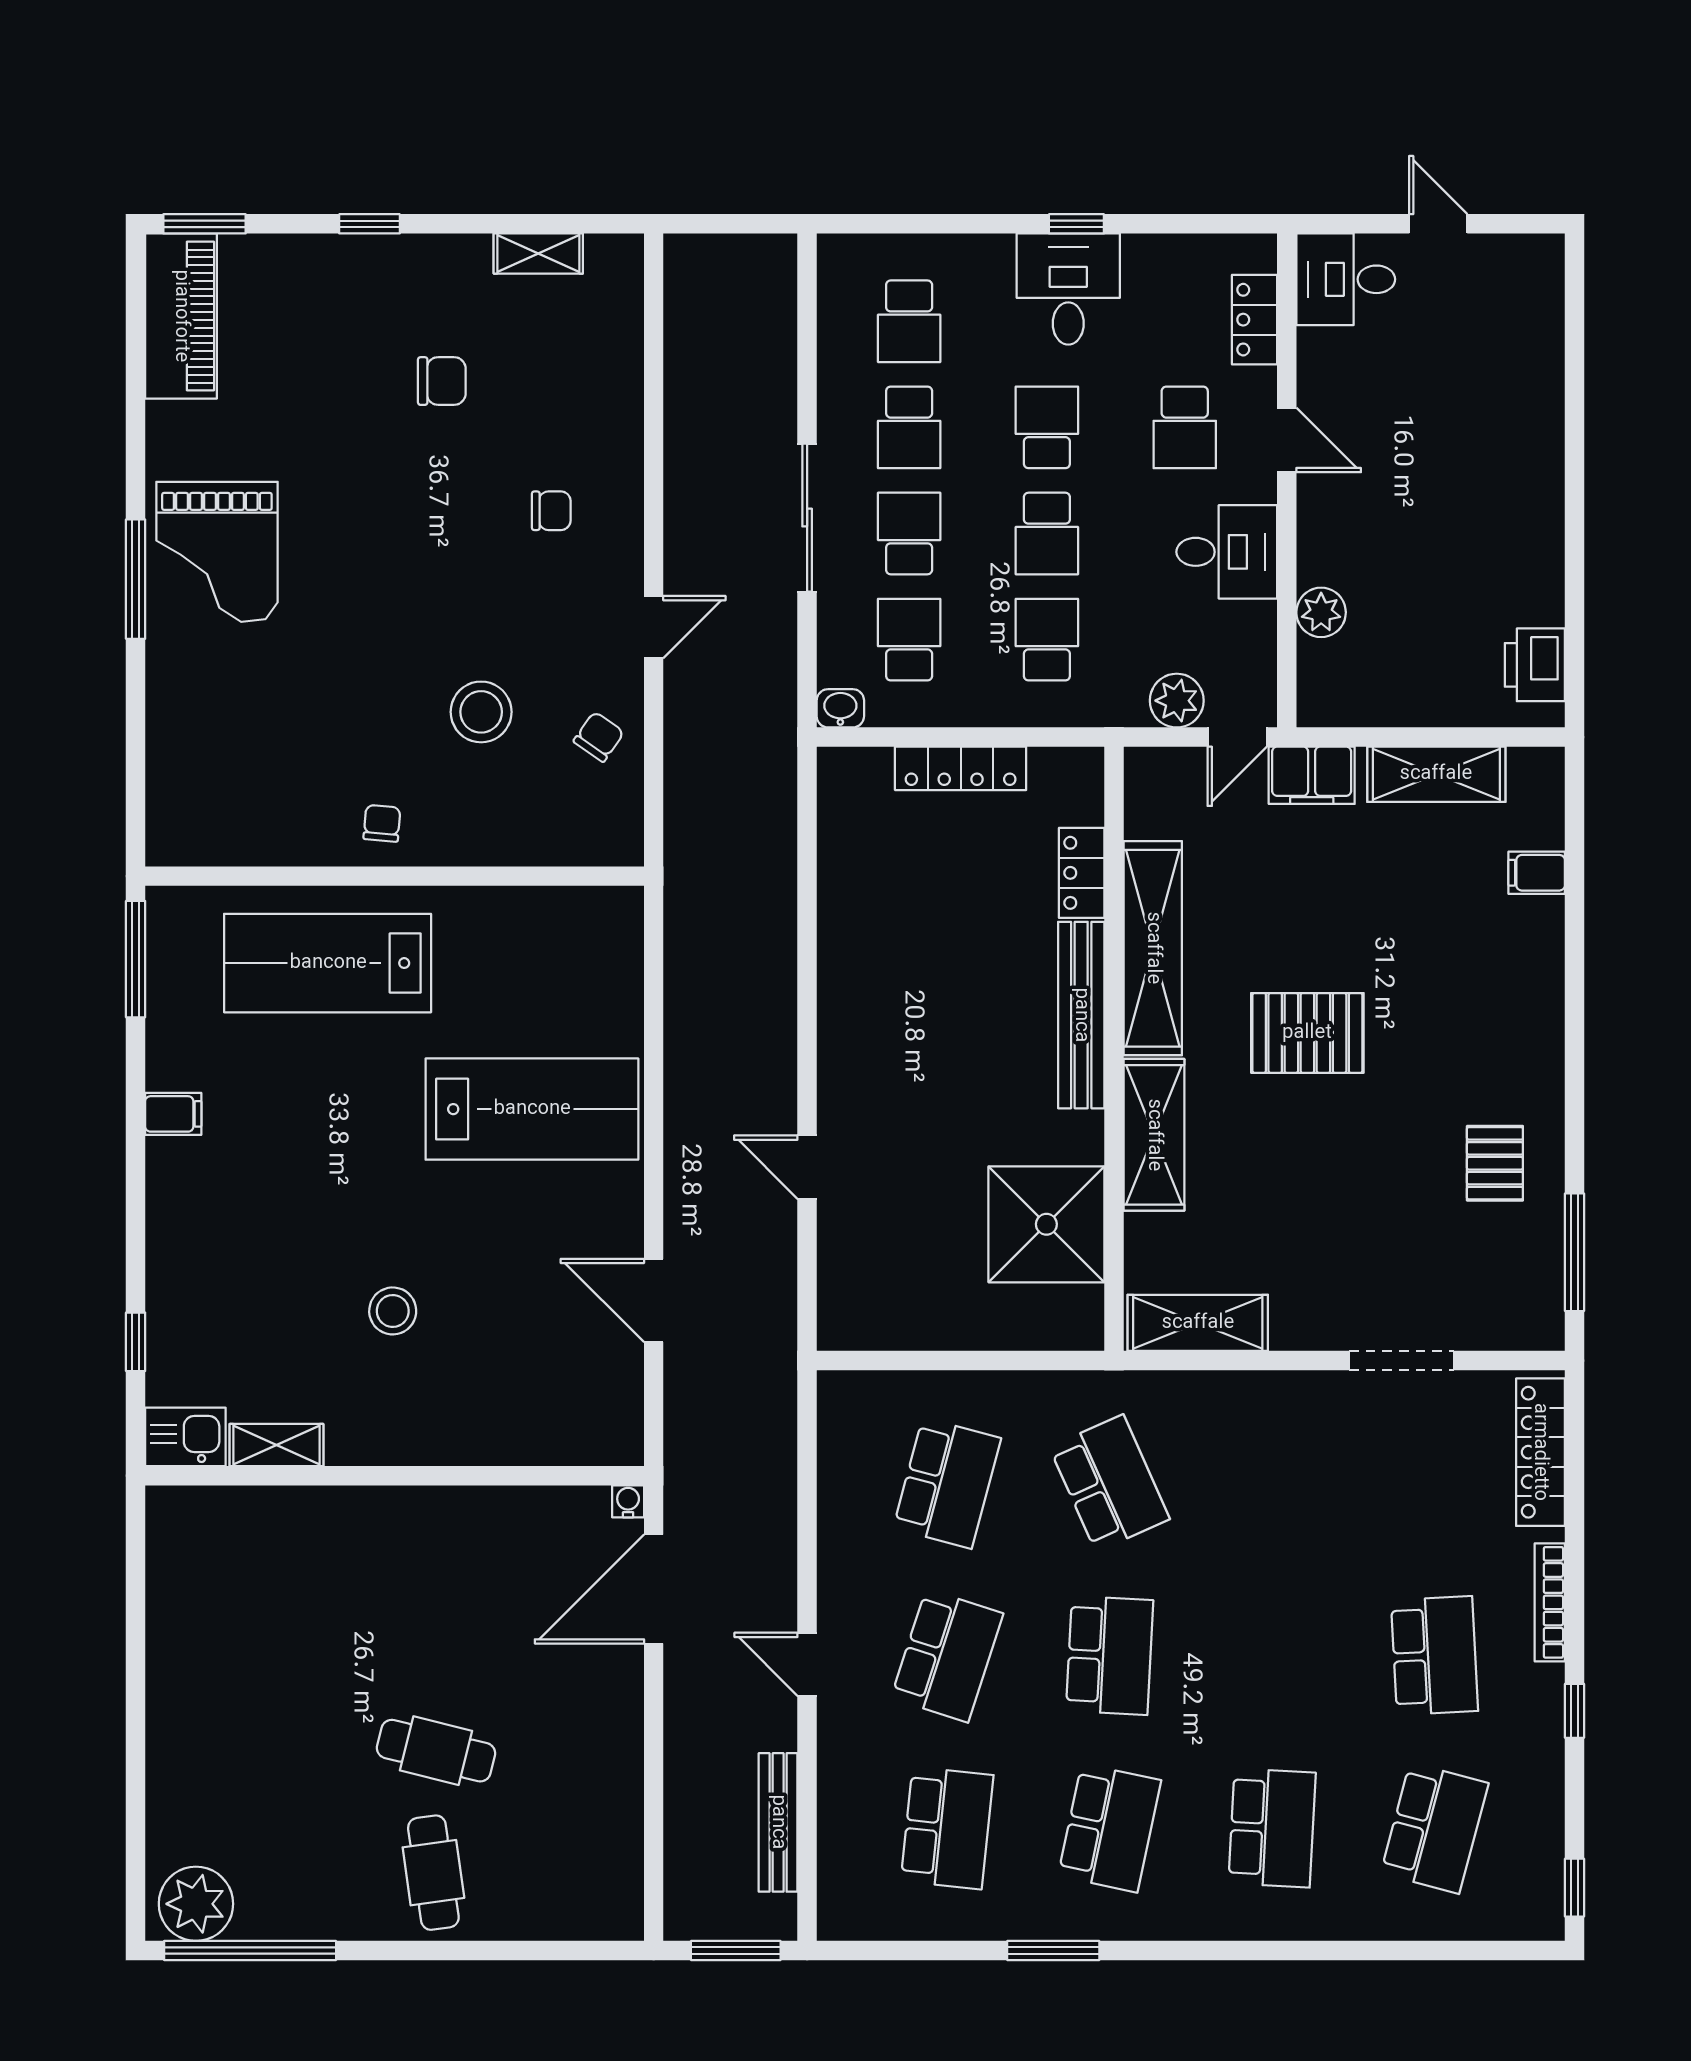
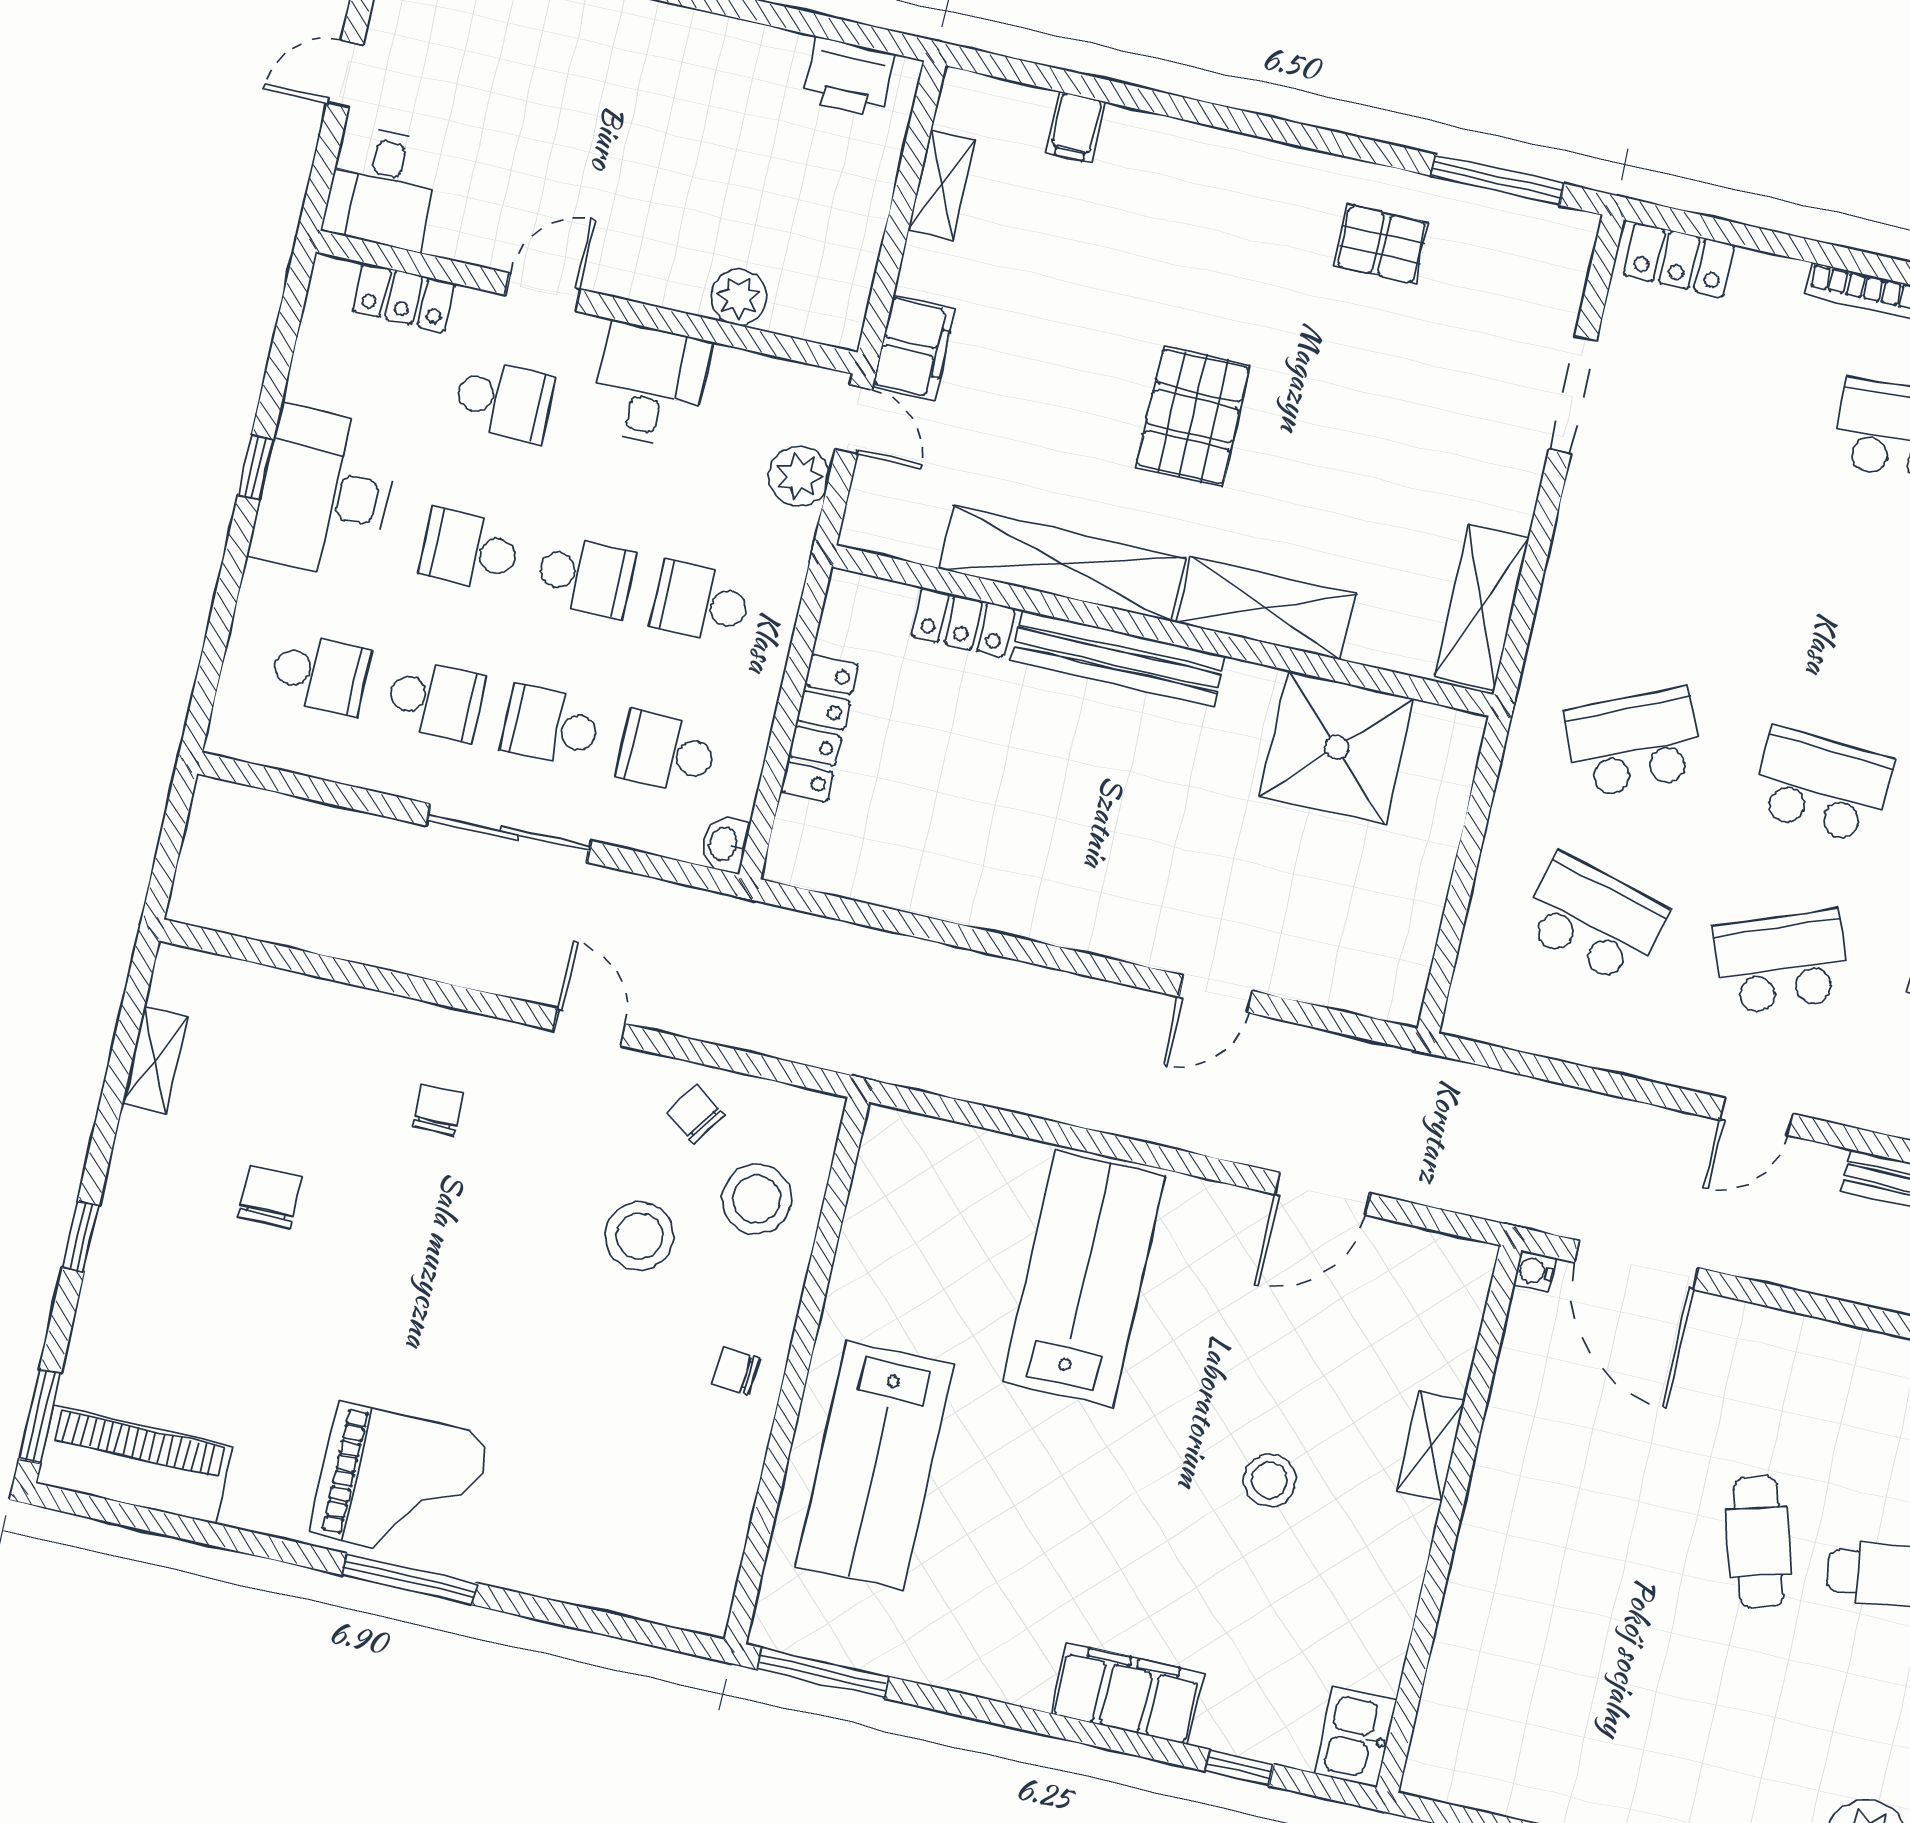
desk: (1068, 289) -> (324, 493), width x1.37
shelving: (1436, 774) -> (942, 185), width x0.67, depth x0.75
stool: (537, 807) -> (756, 1199), added
filing cabinet: (173, 1114) -> (1127, 1694), moved, width x3.00, depth x1.17
shelving: (276, 1445) -> (1431, 1446), moved
locker: (1540, 1452) -> (1679, 260), width x0.66
school desk: (947, 1656) -> (1781, 962), turned -39
cafe table: (436, 1751) -> (1758, 1542), turned -30

